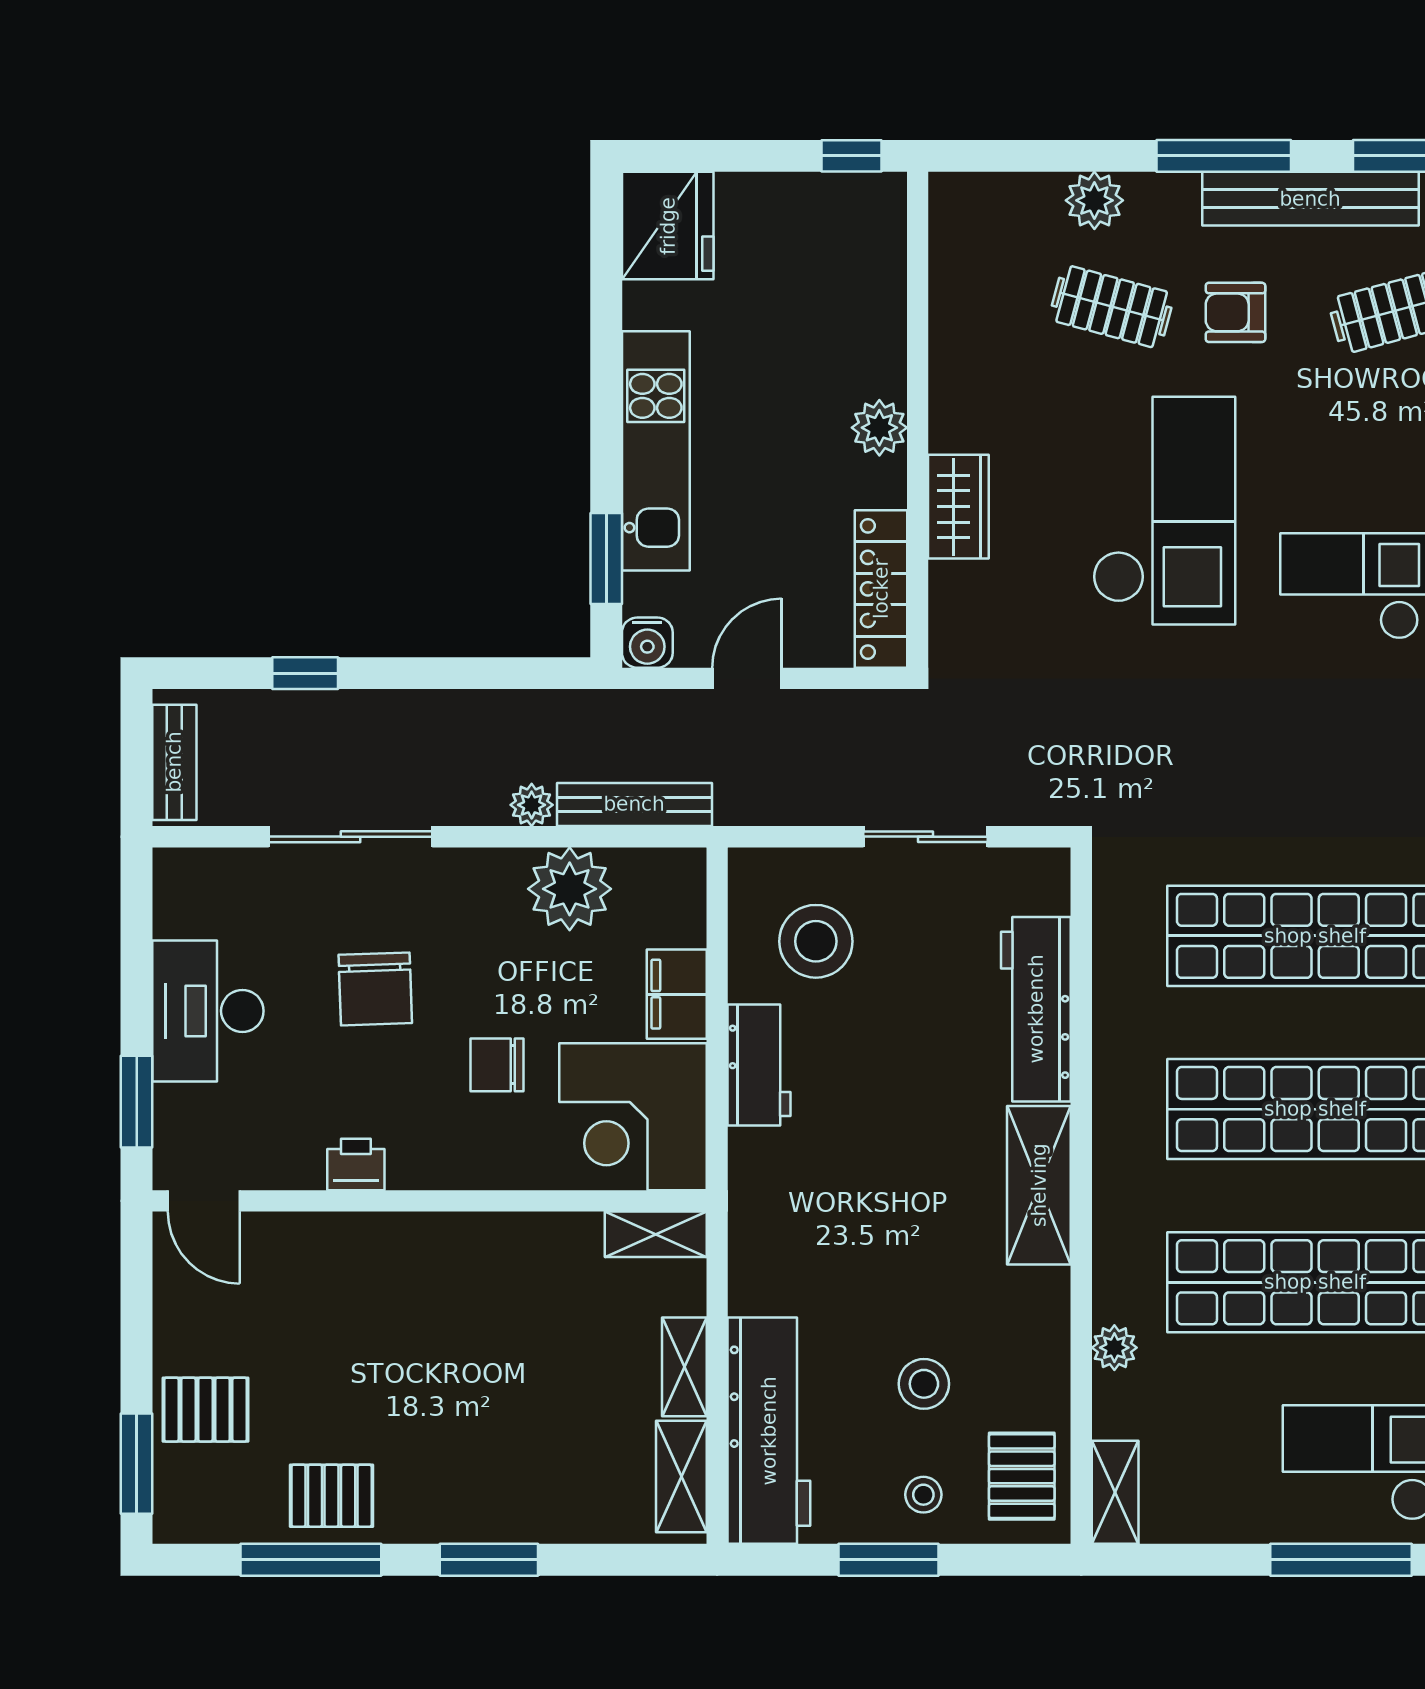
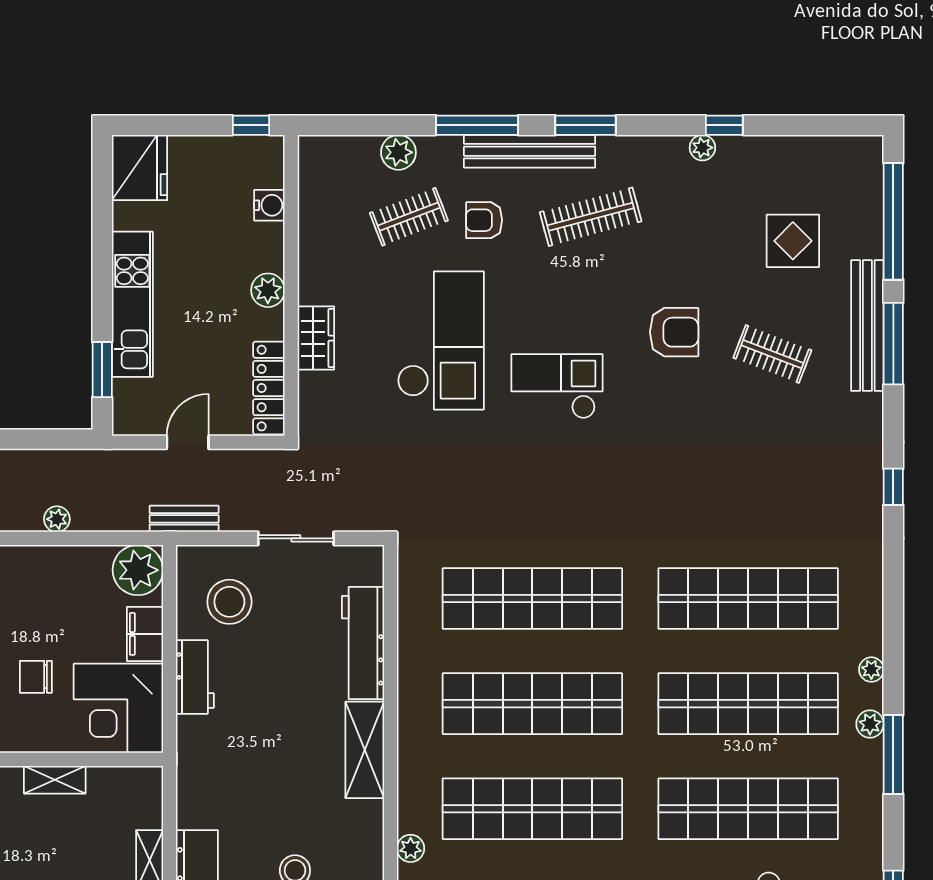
clothes rail: (1112, 307) -> (409, 217), turned -36
water cooler: (647, 643) -> (269, 205), moved, turned -90
bench: (634, 804) -> (184, 519), moved, width x0.73
plant: (570, 889) -> (138, 570), moved
shelving: (656, 1234) -> (55, 780), moved

